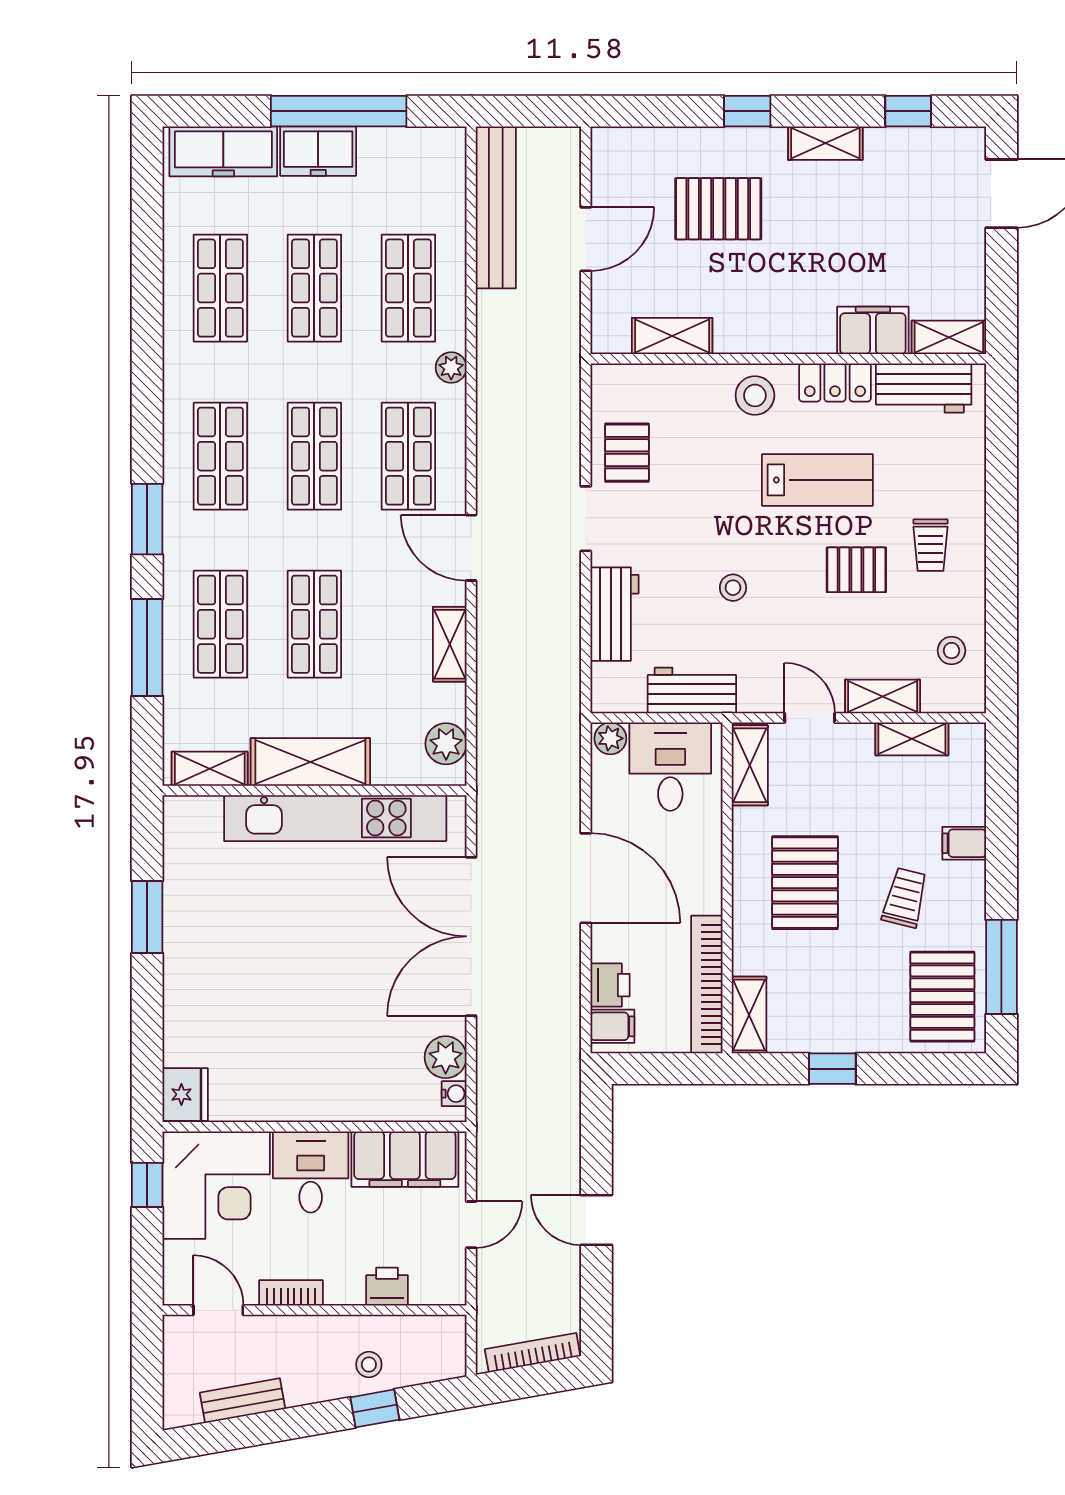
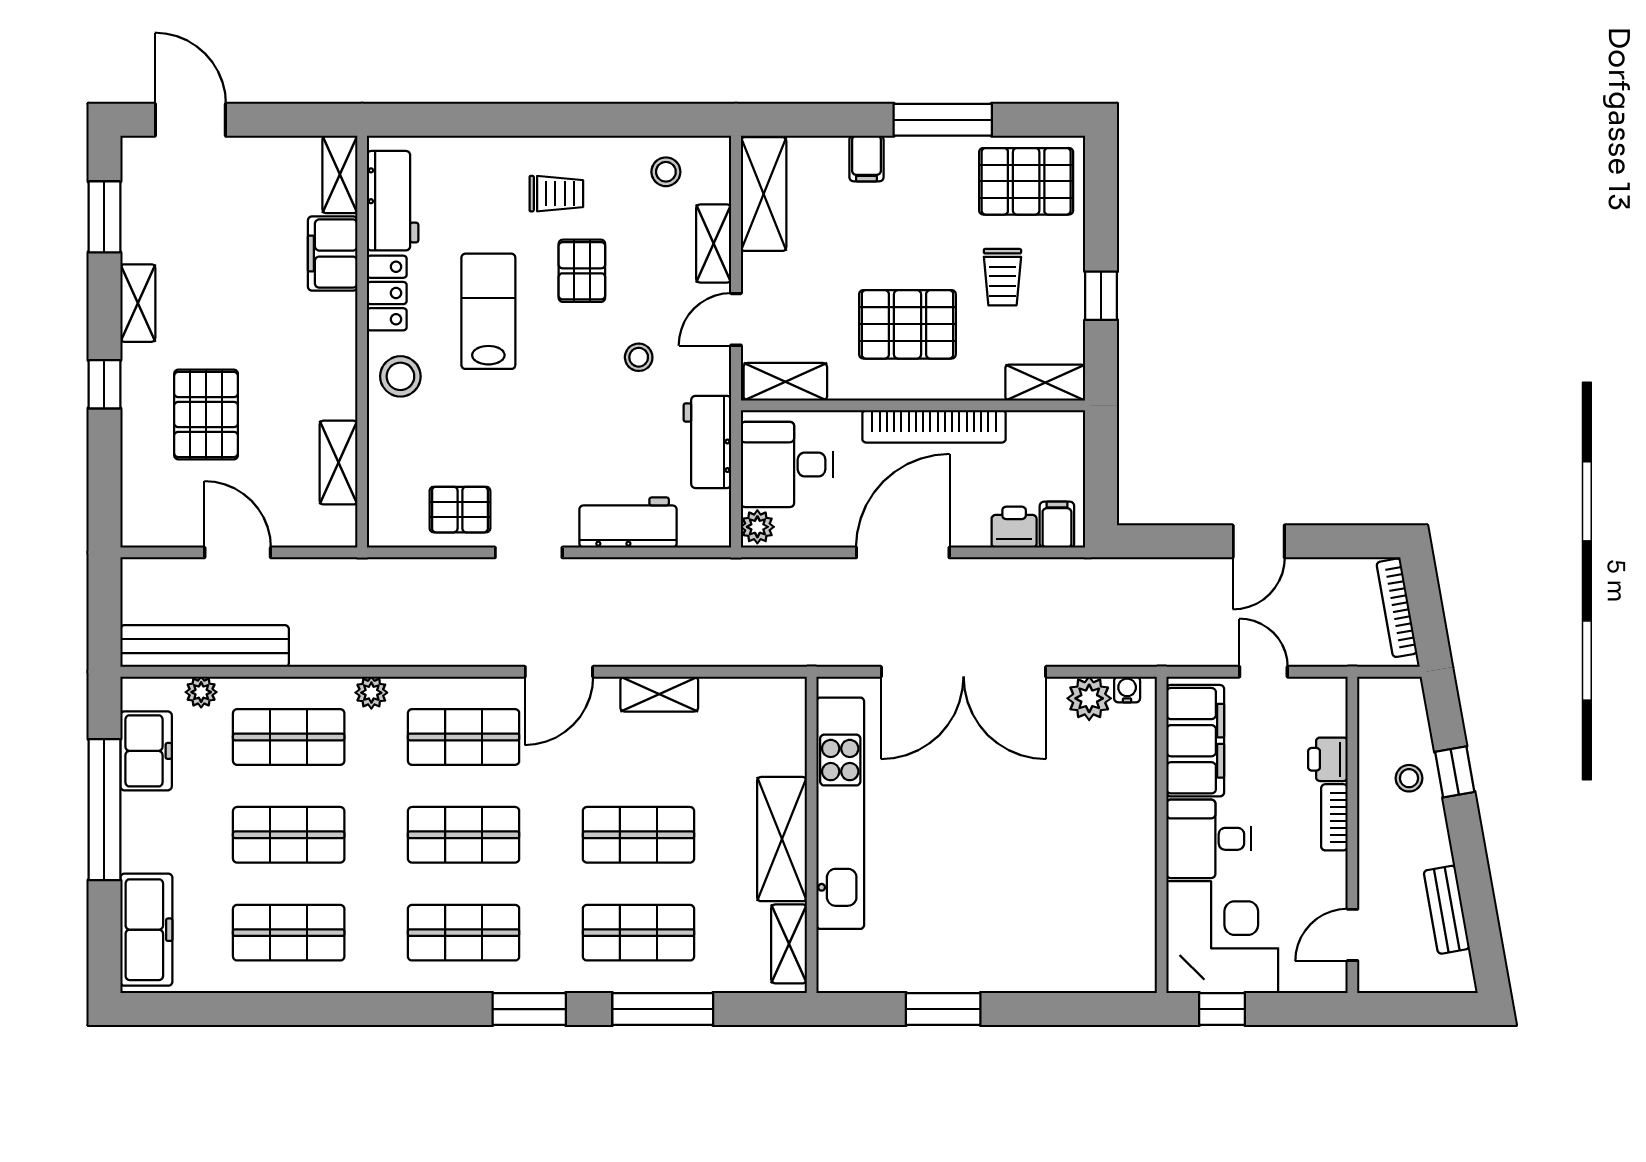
window: (908, 111) -> (104, 217), width x1.50
freezer: (318, 151) -> (146, 751), moved
stool: (733, 588) -> (639, 357), moved
shelving: (912, 739) -> (764, 194), width x1.50, depth x1.33
plant: (446, 744) -> (201, 692), moved, width x0.73, depth x0.73
trolley: (905, 898) -> (1002, 277), moved, turned -104
window: (1001, 967) -> (943, 120), moved
bookcase: (707, 984) -> (934, 426), moved
fridge: (185, 1094) -> (1128, 969), removed
bookcase: (291, 1293) -> (1334, 817), moved

